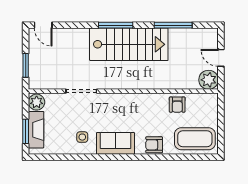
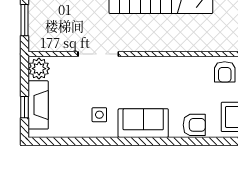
window: (26, 131) -> (25, 107), width x0.67
armchair: (154, 145) -> (194, 125), turned 180

